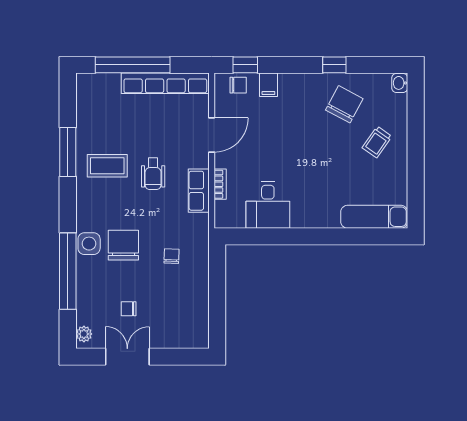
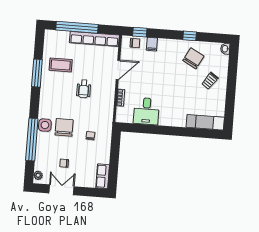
coffee table: (107, 166) -> (61, 65), moved
row of seats: (199, 191) -> (103, 176), moved

